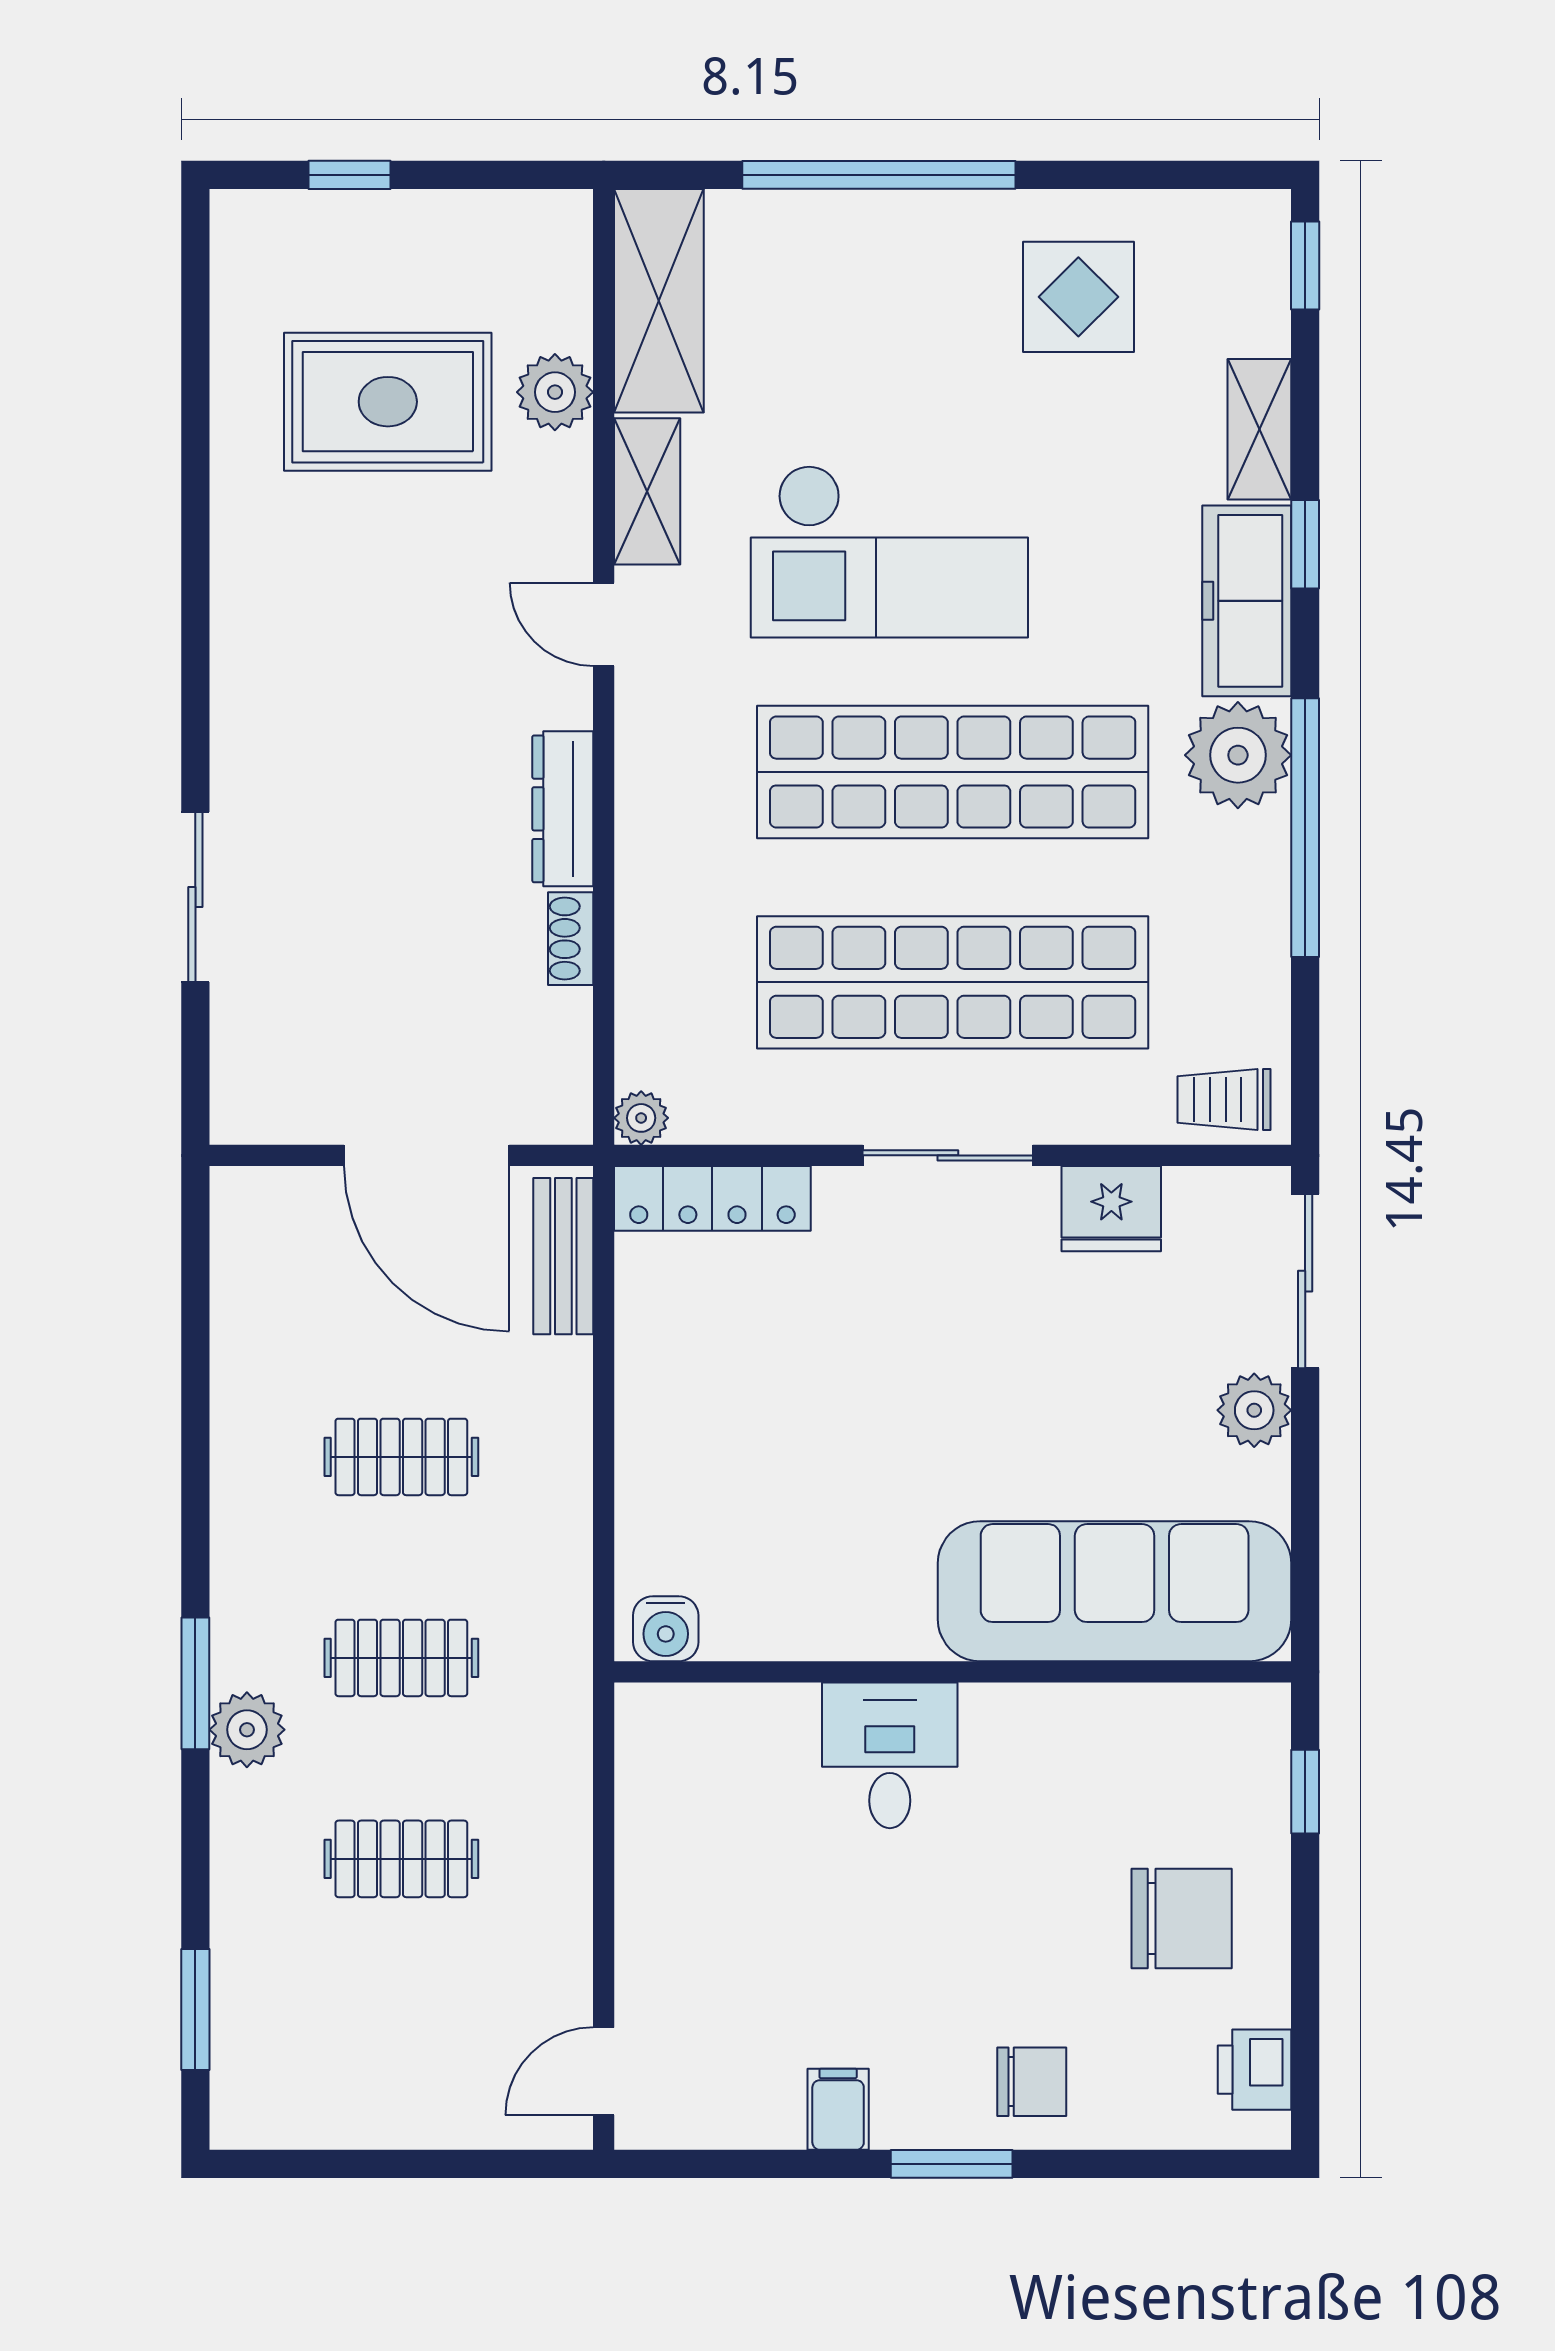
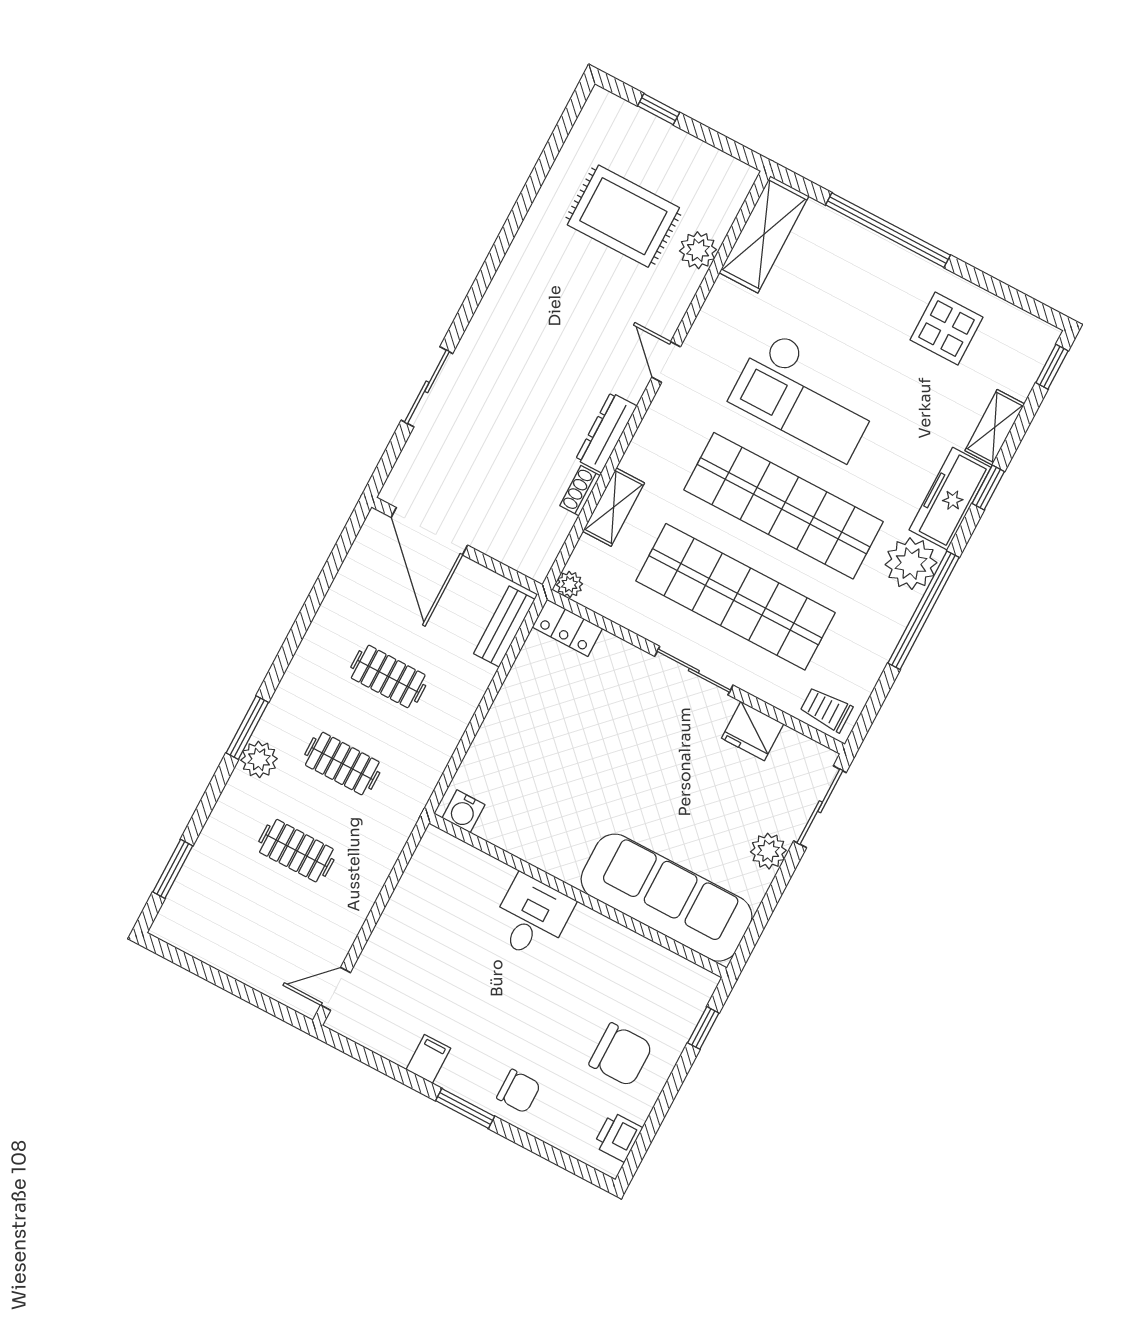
shelving: (647, 491) -> (614, 507), moved
door: (427, 1155) -> (429, 531), moved
locker: (712, 1198) -> (567, 628), width x0.66

